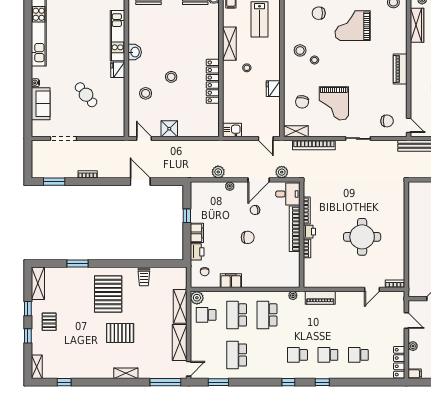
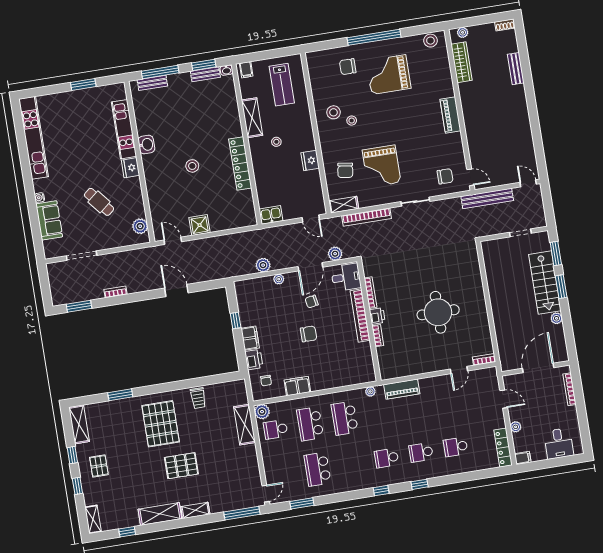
stool: (146, 93) -> (166, 189), removed
plant: (118, 121) -> (140, 226), added
shelving: (180, 342) -> (160, 514), moved, turned 90

